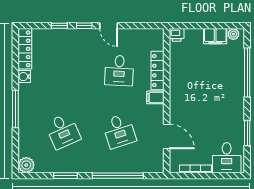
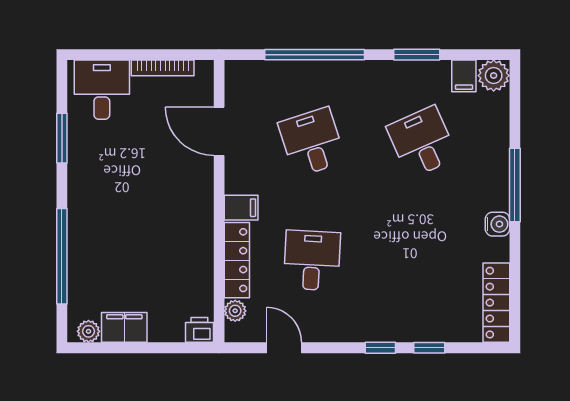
door: (109, 26) -> (284, 348), moved
plant: (158, 45) -> (235, 311), added
water cooler: (24, 77) -> (497, 224), moved
filing cabinet: (41, 165) -> (464, 76), added

